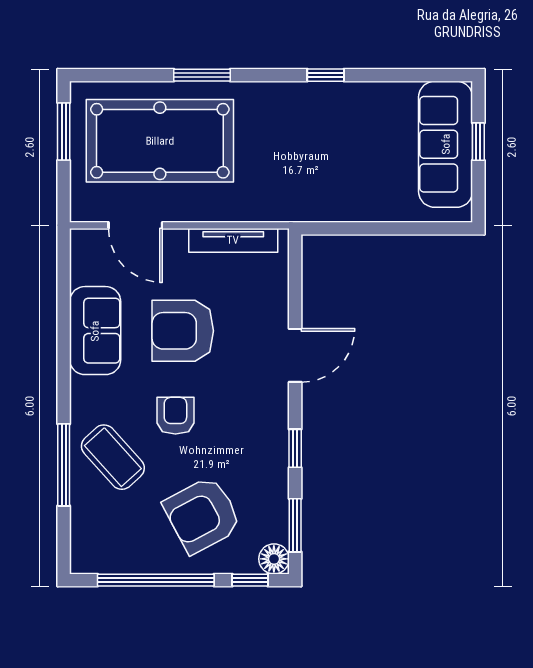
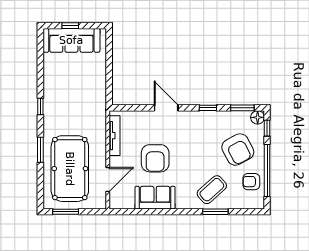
window: (326, 75) -> (40, 106), moved
armchair: (175, 416) -> (251, 182), moved
window: (64, 465) -> (215, 212), width x0.69

